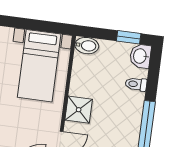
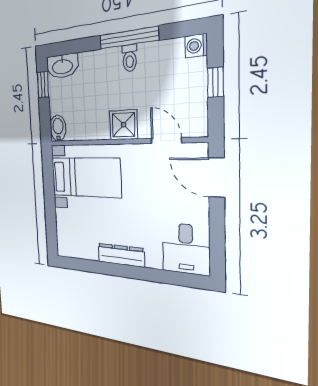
washbasin: (140, 56) -> (62, 66), width x1.38
toilet: (136, 84) -> (130, 58), moved

